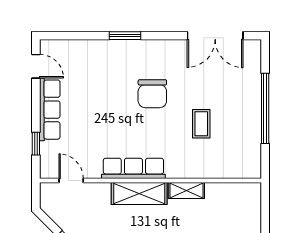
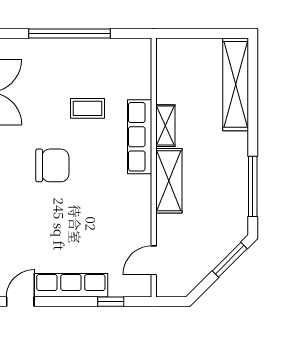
row of seats: (133, 168) -> (140, 137), moved

